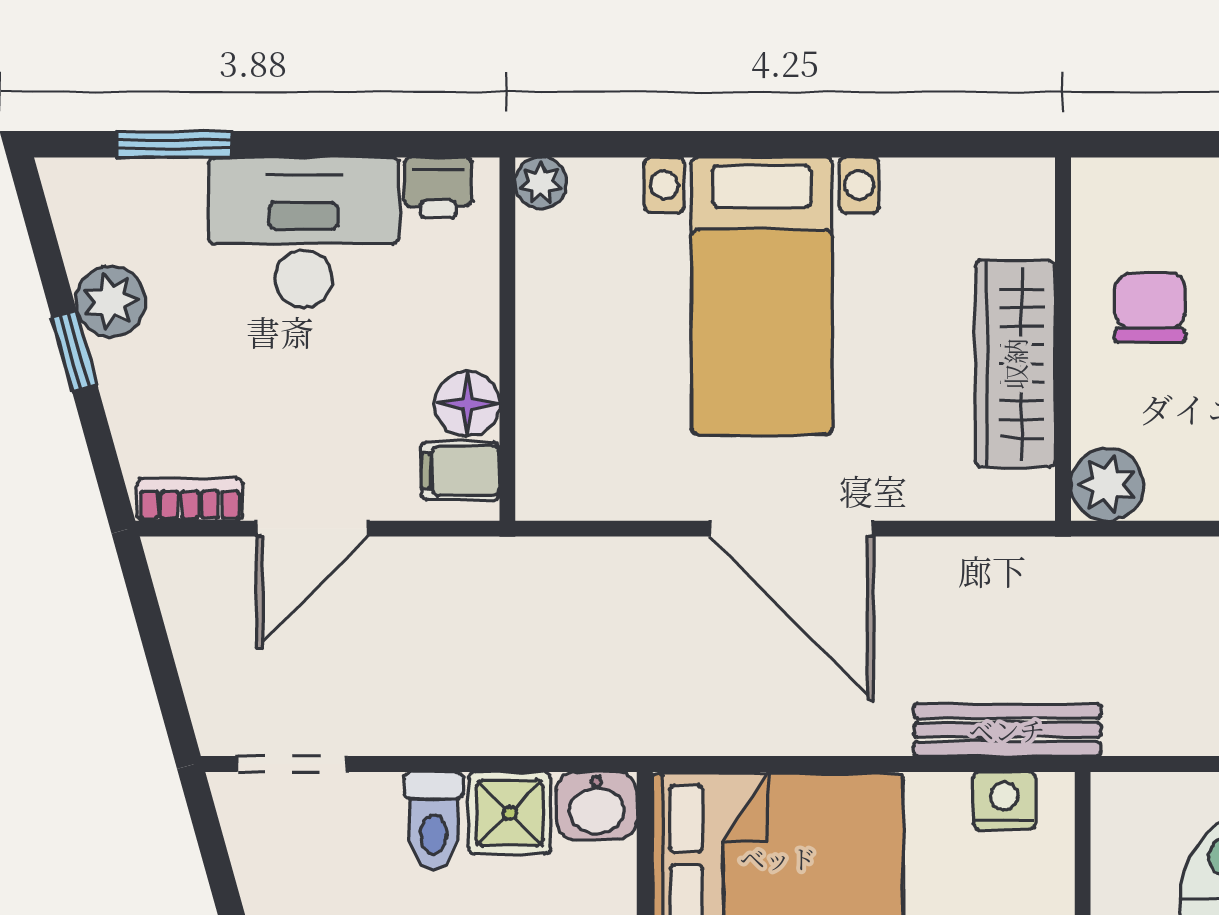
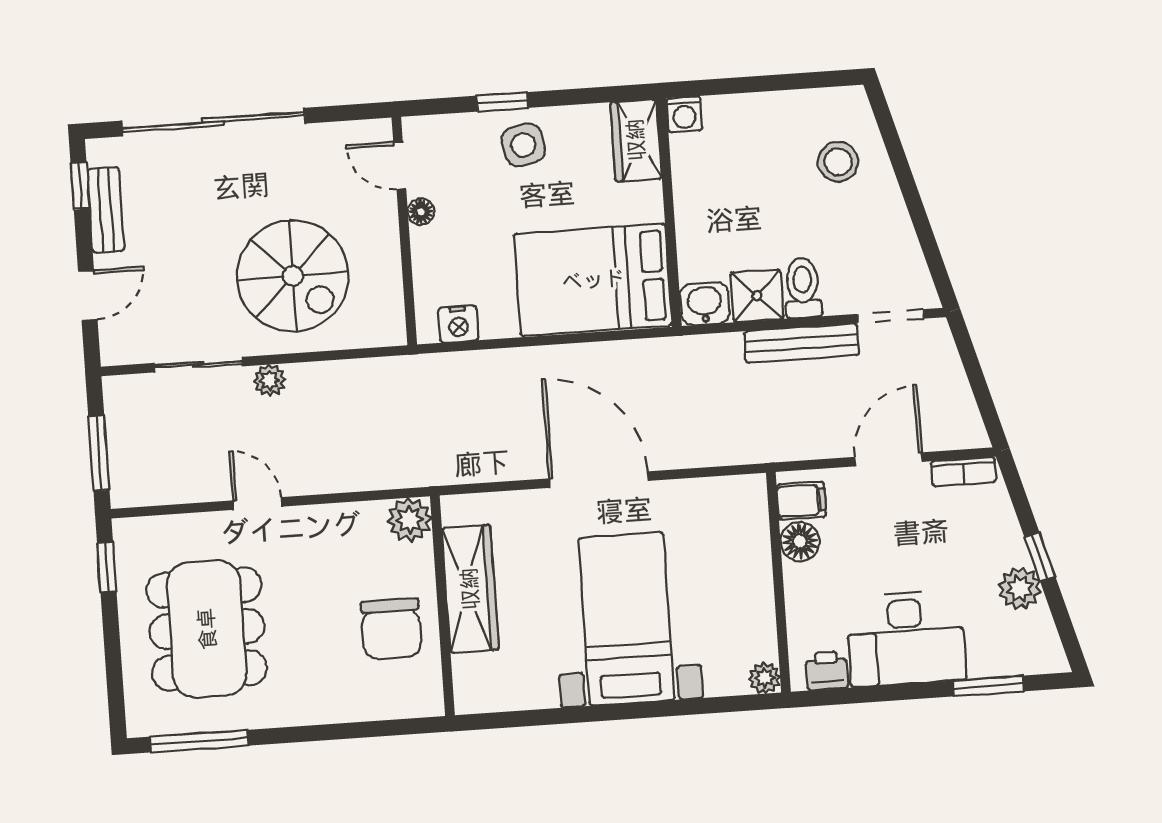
chair: (1150, 307) -> (391, 629), width x1.37, depth x1.37
bench: (1007, 730) -> (802, 343), moved

